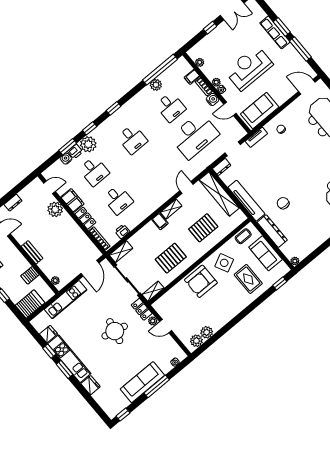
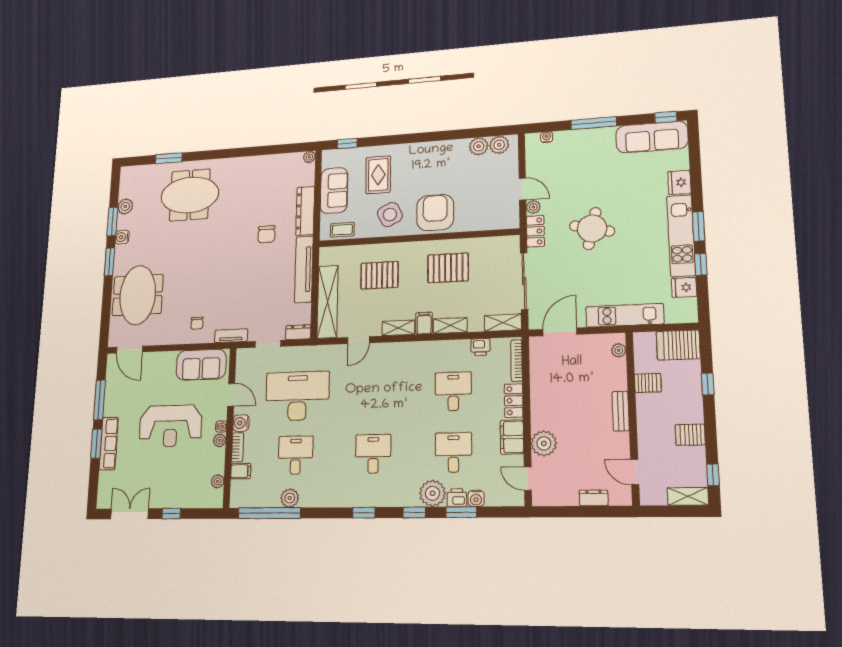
armchair: (201, 281) -> (435, 213), turned -90
shelving: (153, 291) -> (450, 326), moved
sofa: (142, 382) -> (652, 137), moved

